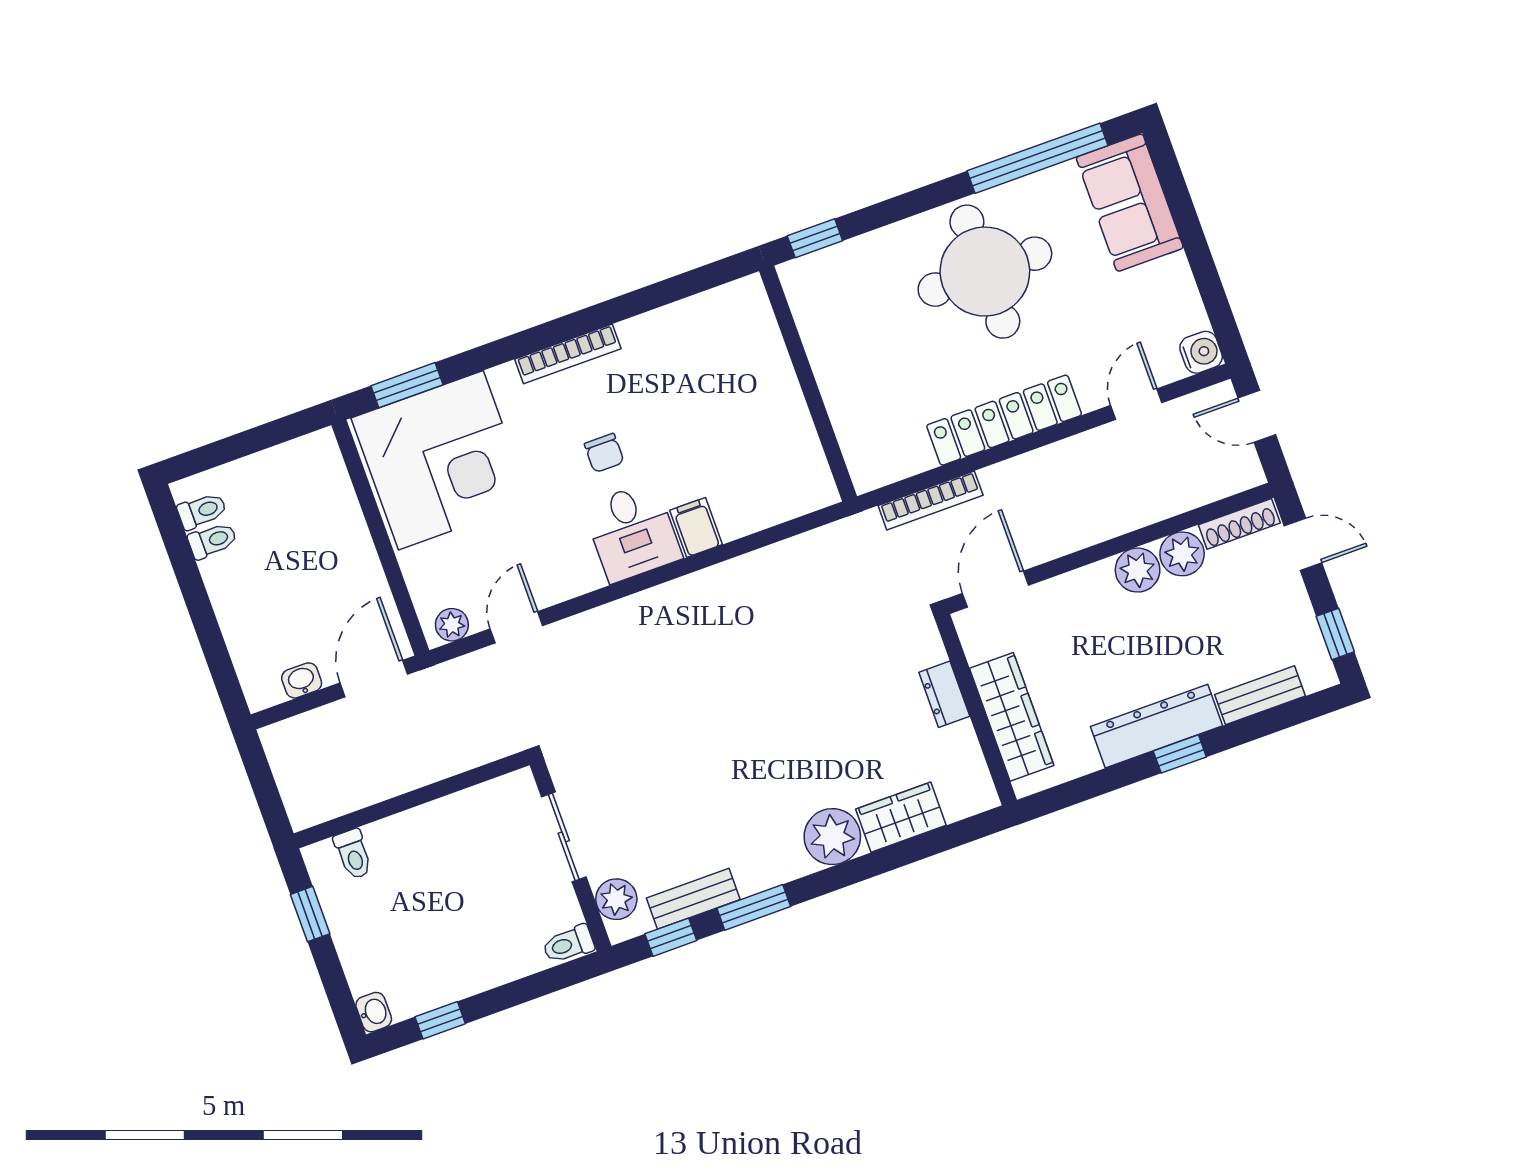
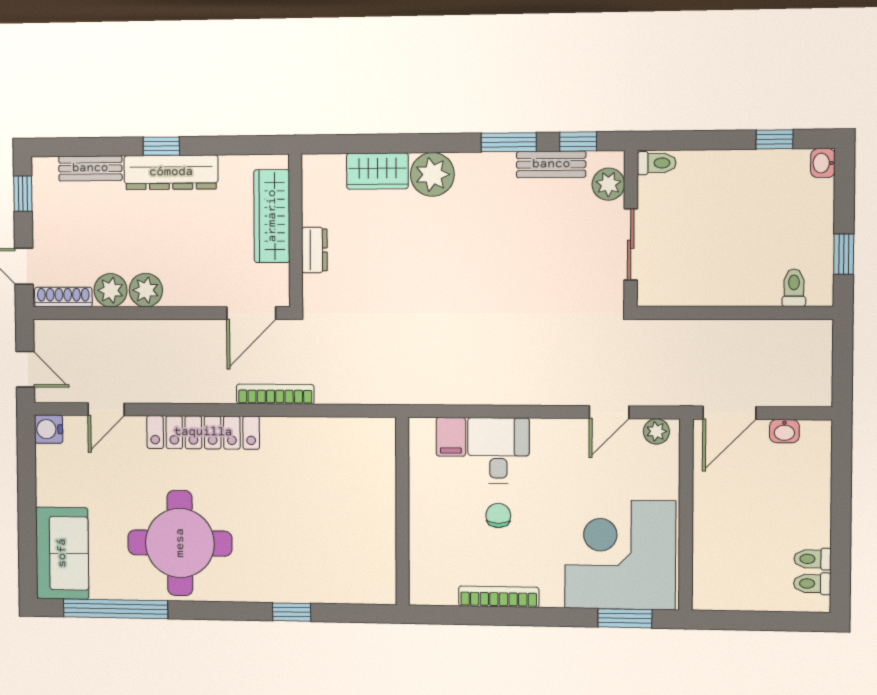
wall: (808, 384) -> (402, 511), moved

